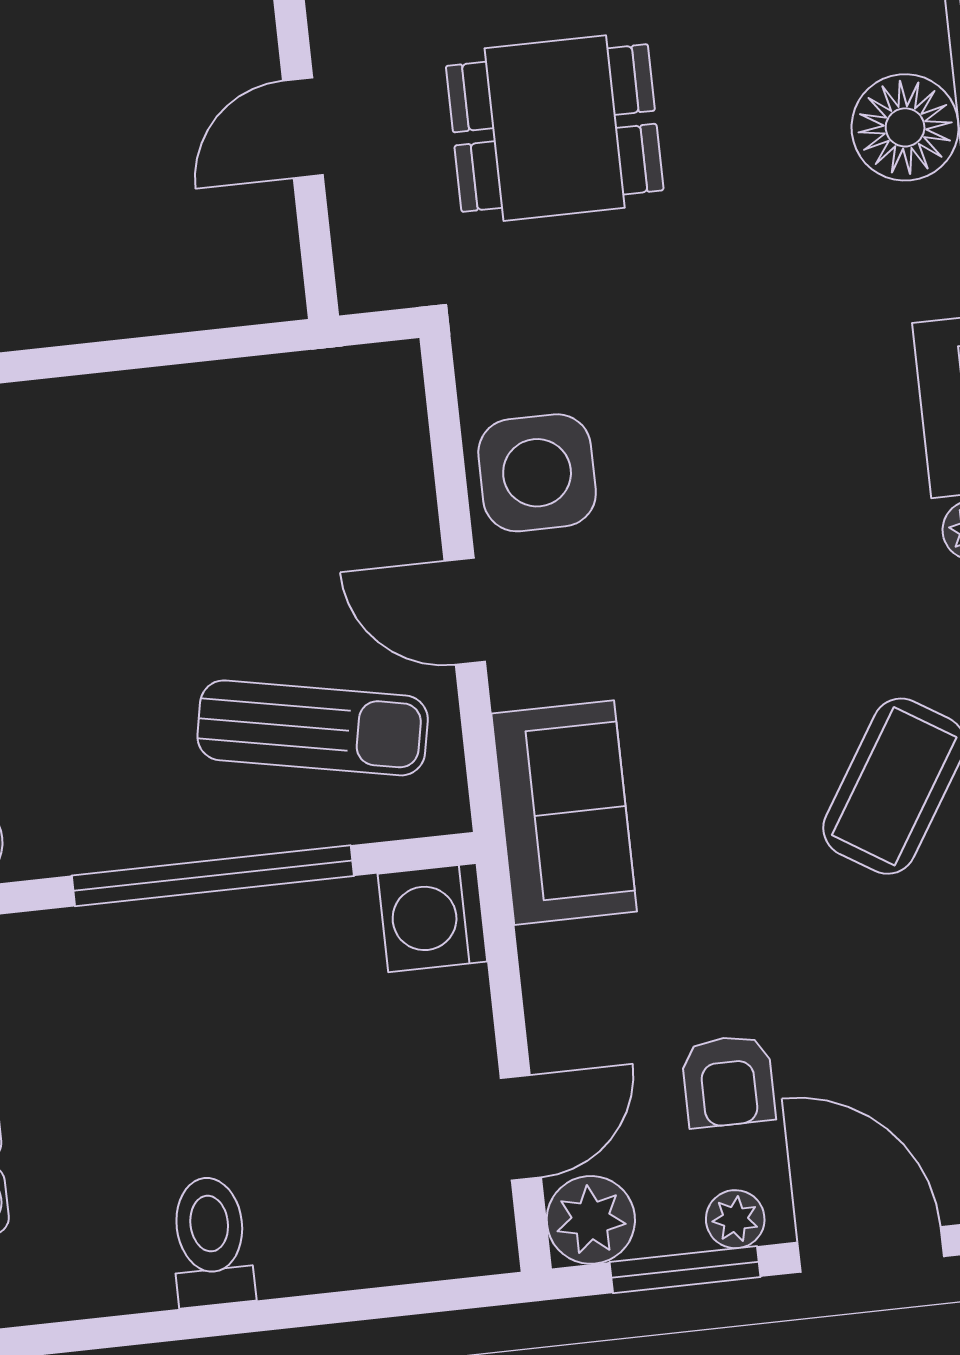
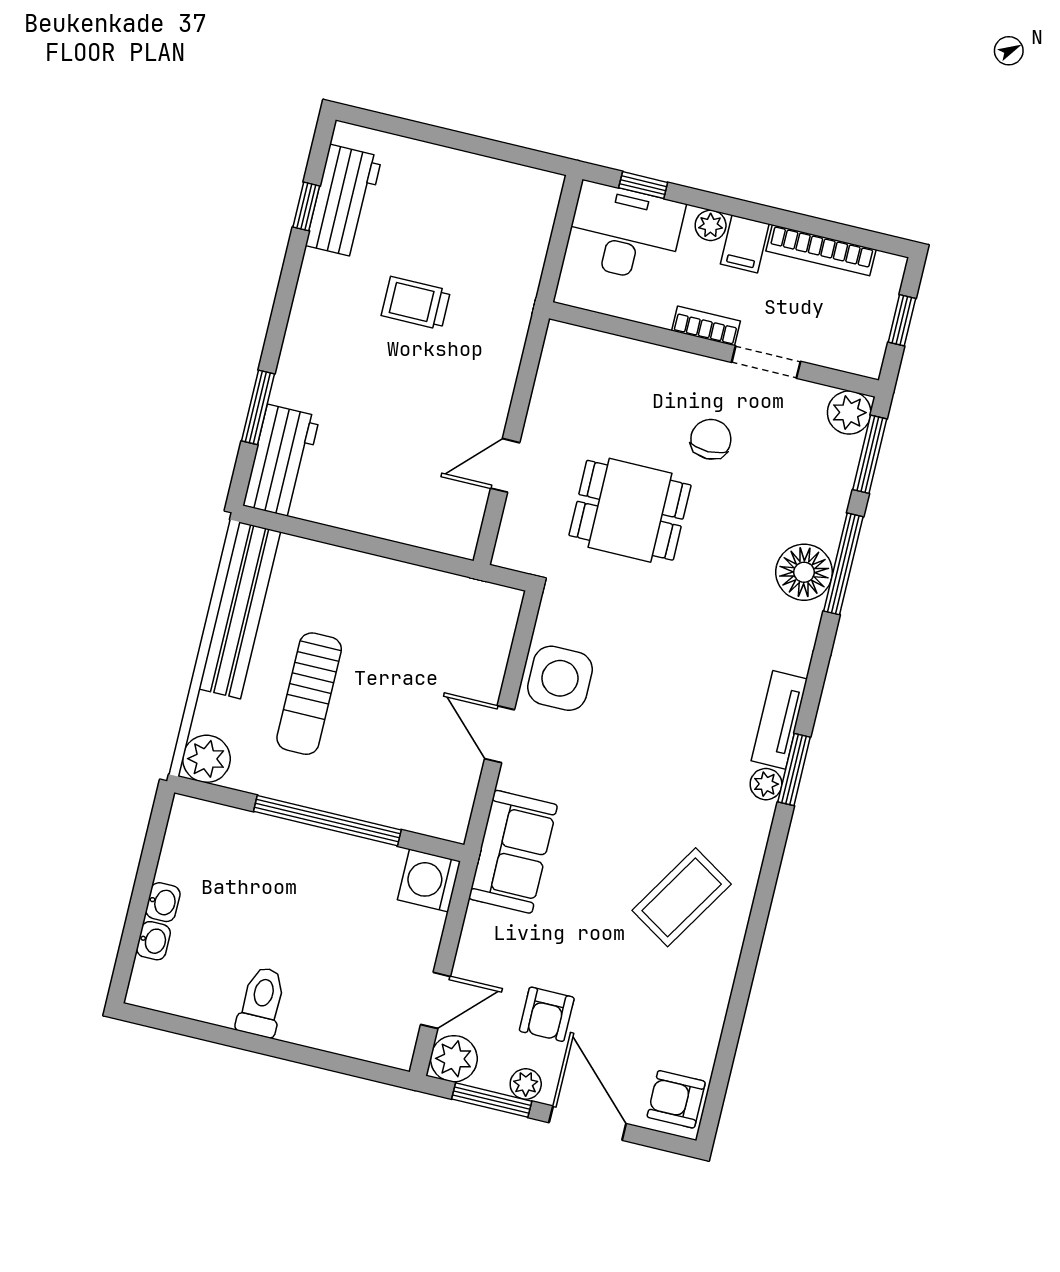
sun lounger: (313, 728) -> (309, 694), moved, turned 79

